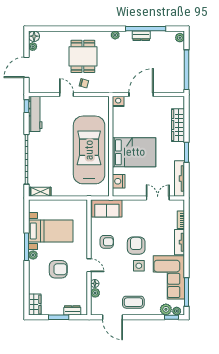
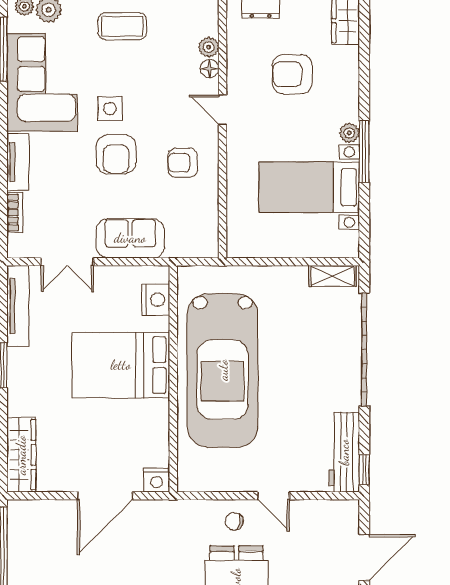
wardrobe: (178, 125) -> (21, 455), moved
sofa: (107, 208) -> (130, 238), moved
armchair: (58, 269) -> (292, 74), moved

